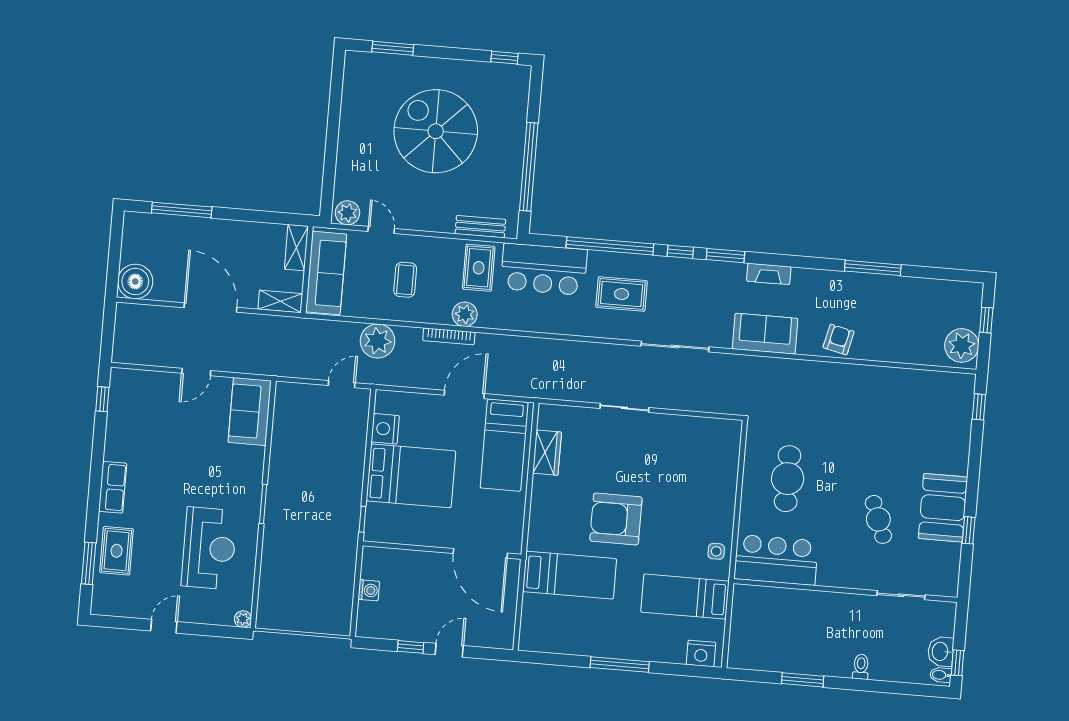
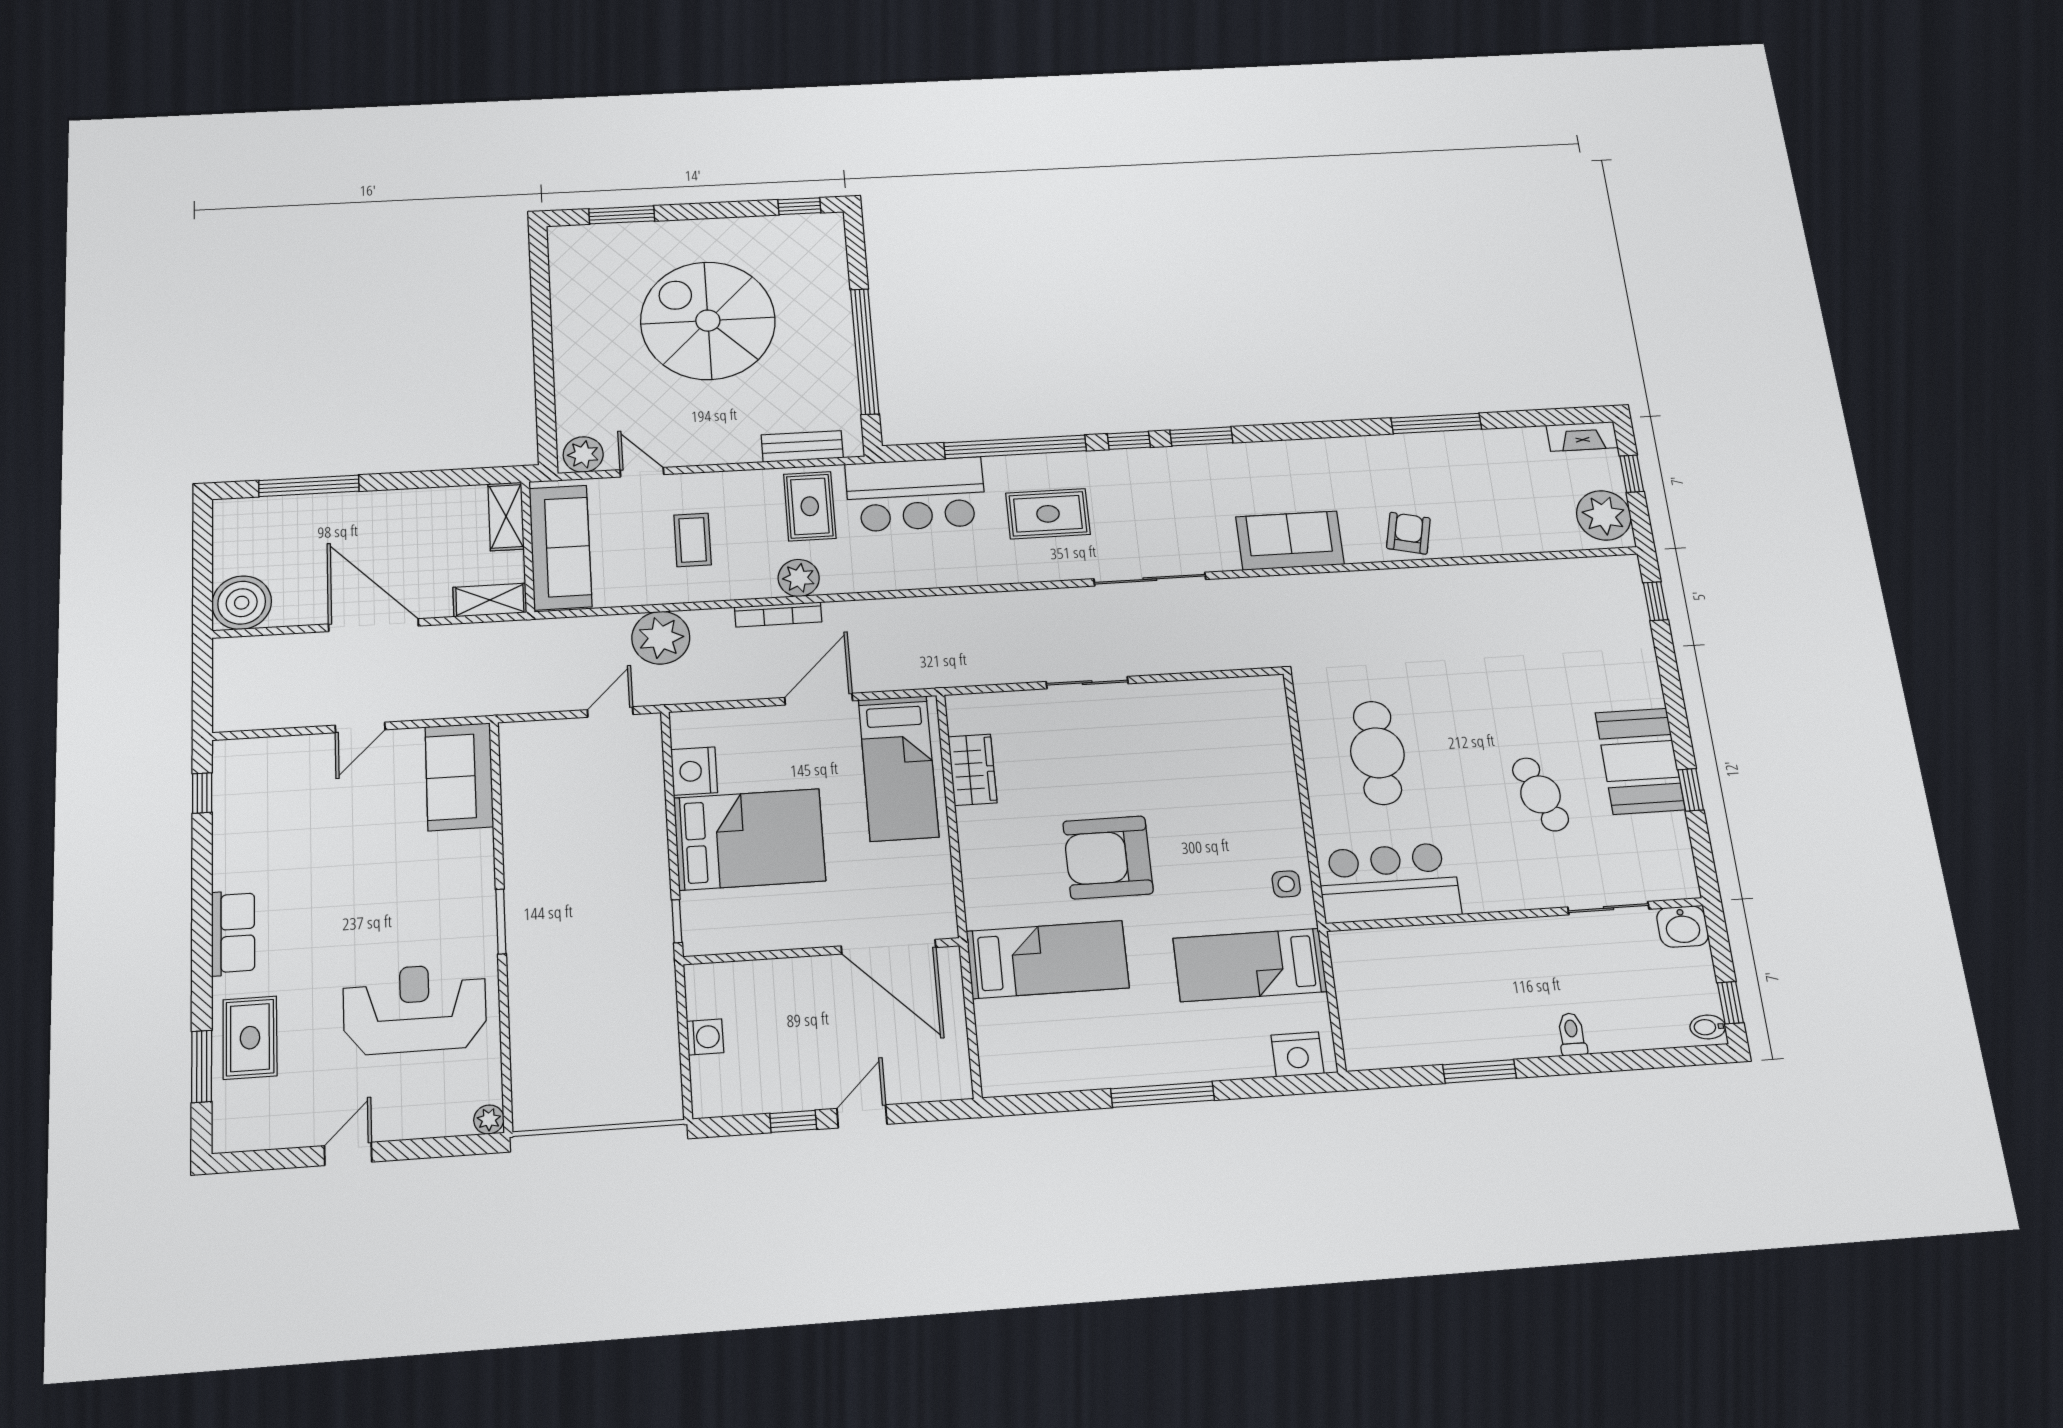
fireplace: (769, 274) -> (1582, 436), moved
reception desk: (209, 548) -> (415, 1009), turned -90
washbasin: (941, 652) -> (1683, 927), moved, turned -90

